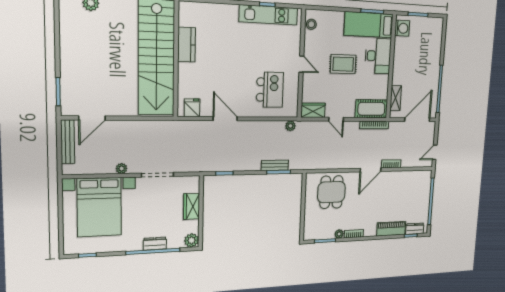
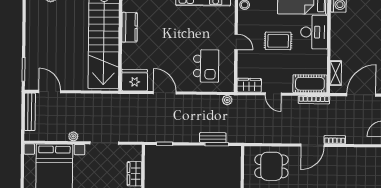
fridge: (192, 108) -> (135, 80), width x1.88, depth x1.34
door: (92, 118) -> (50, 92), swing flipped
dining table: (331, 192) -> (271, 166), turned 90

